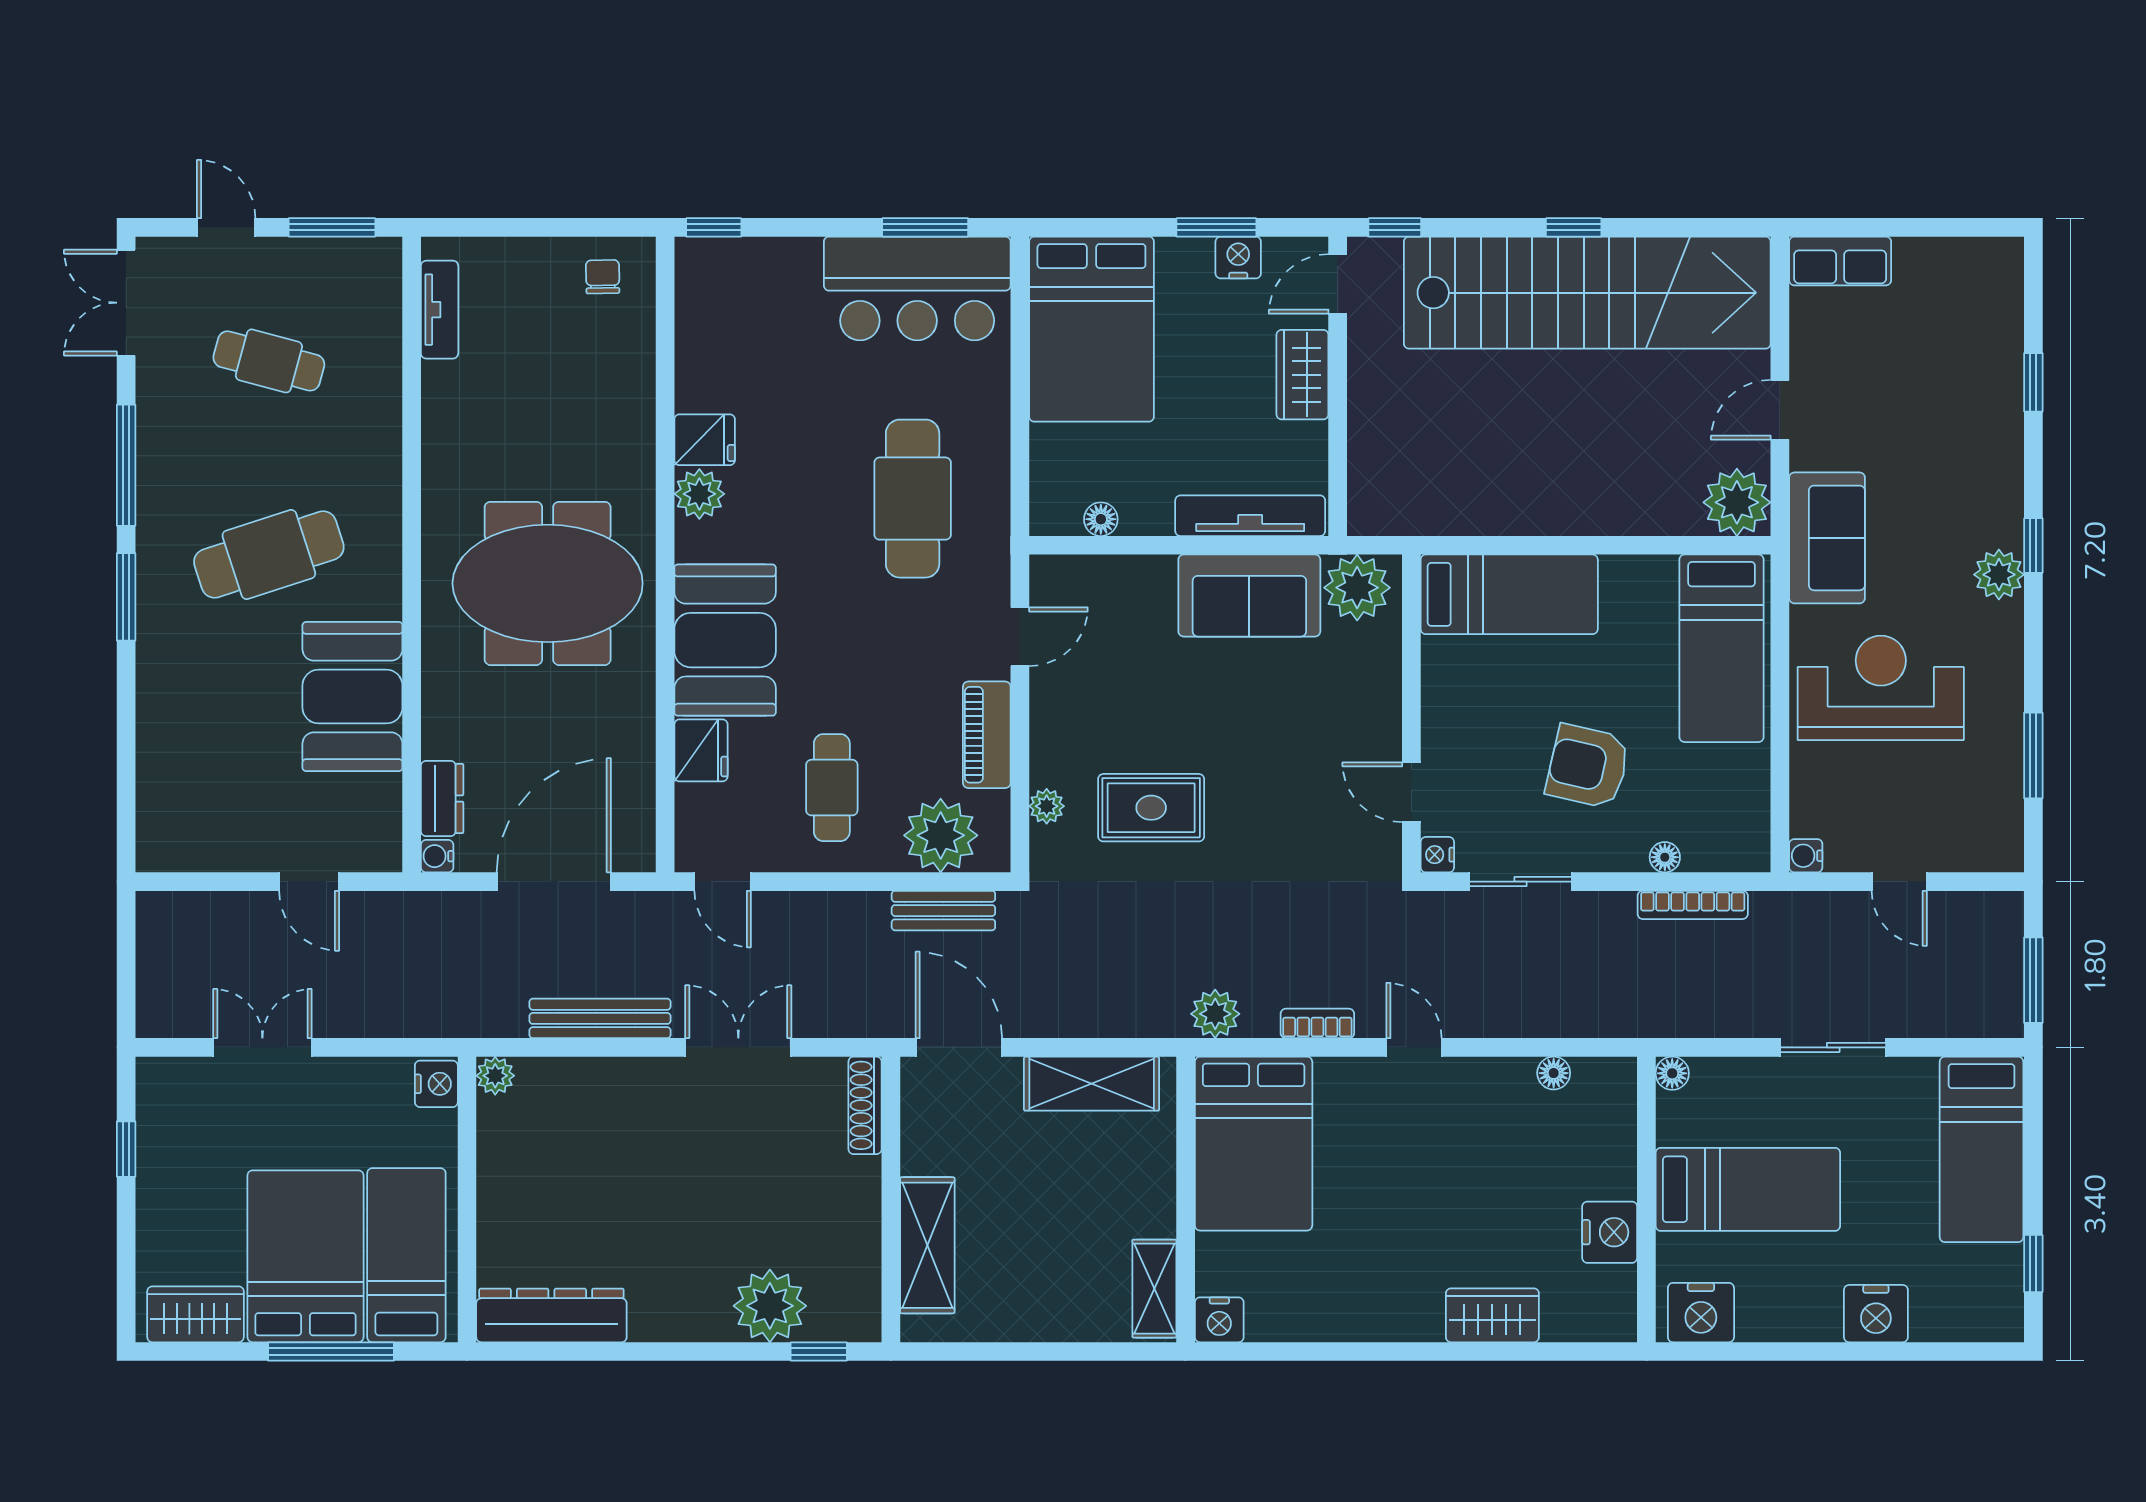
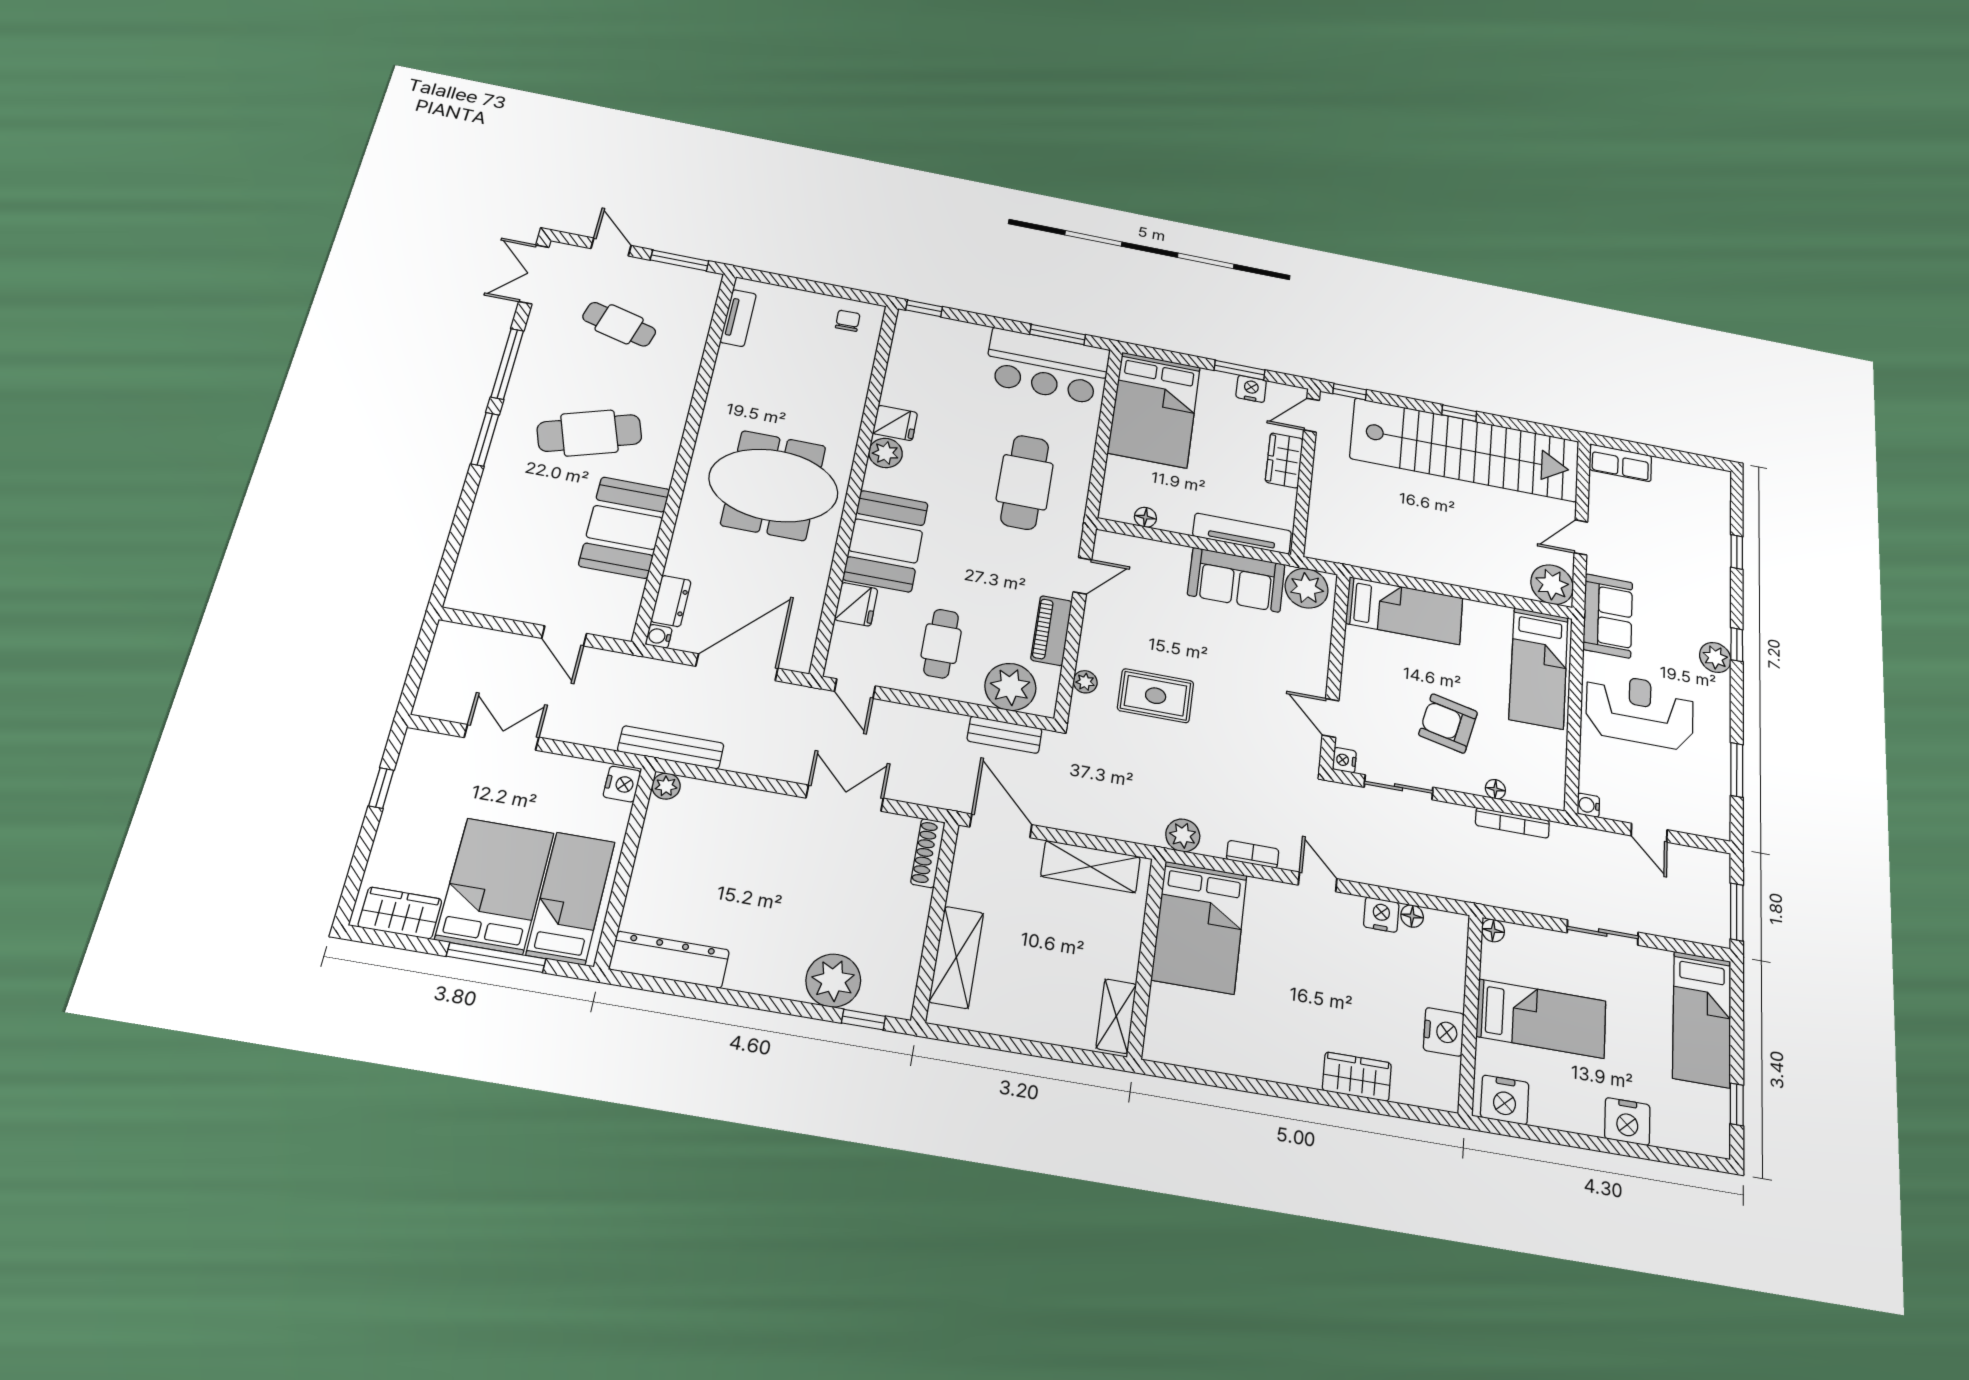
bench: (600, 1018) -> (671, 747), moved
nightstand: (1219, 1320) -> (1381, 915), moved, turned 180

